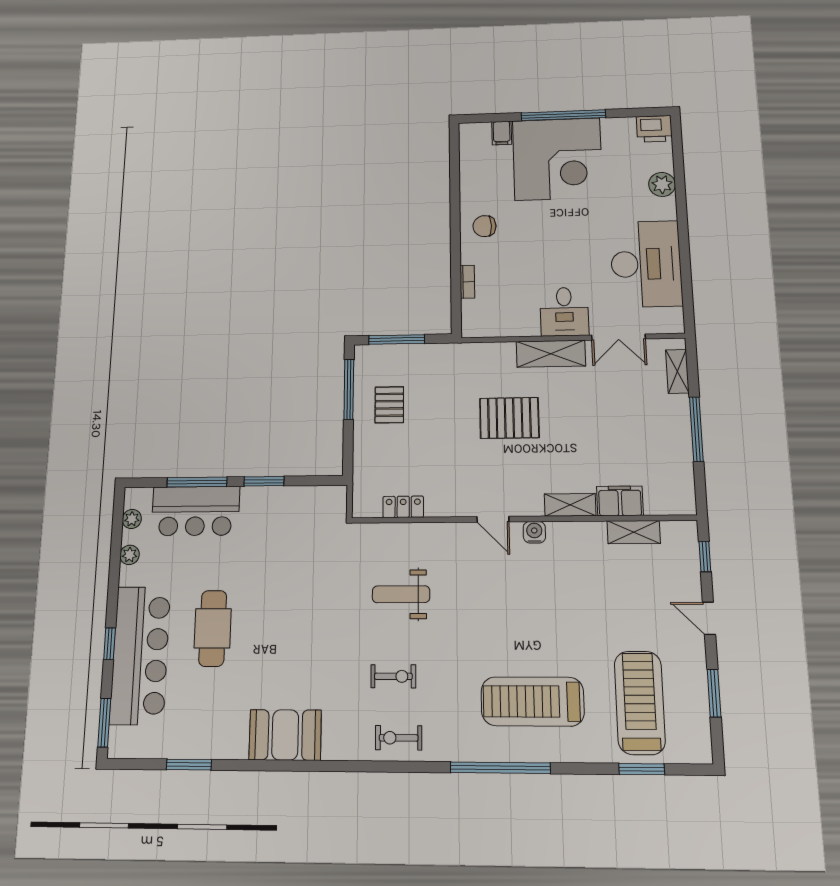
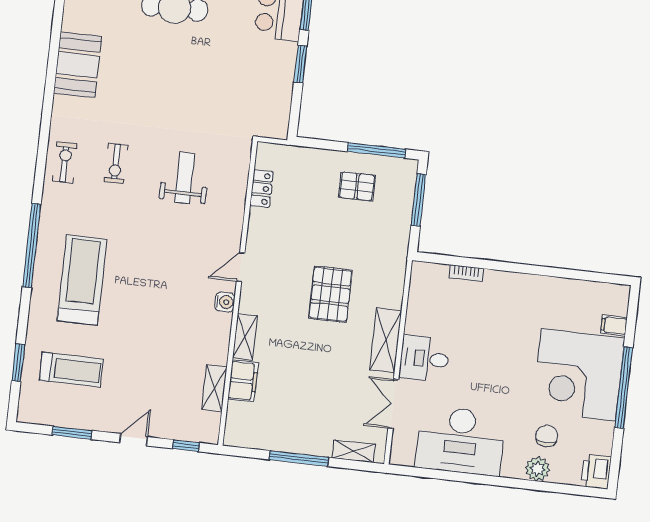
chair: (484, 226) -> (547, 436), moved
treadmill: (640, 703) -> (71, 370), width x0.73, depth x0.73

